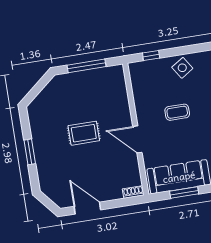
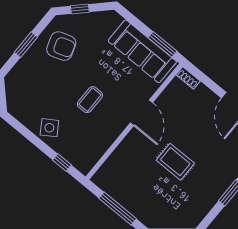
coffee table: (177, 112) -> (90, 100), turned 90
window: (184, 193) -> (162, 44), moved

